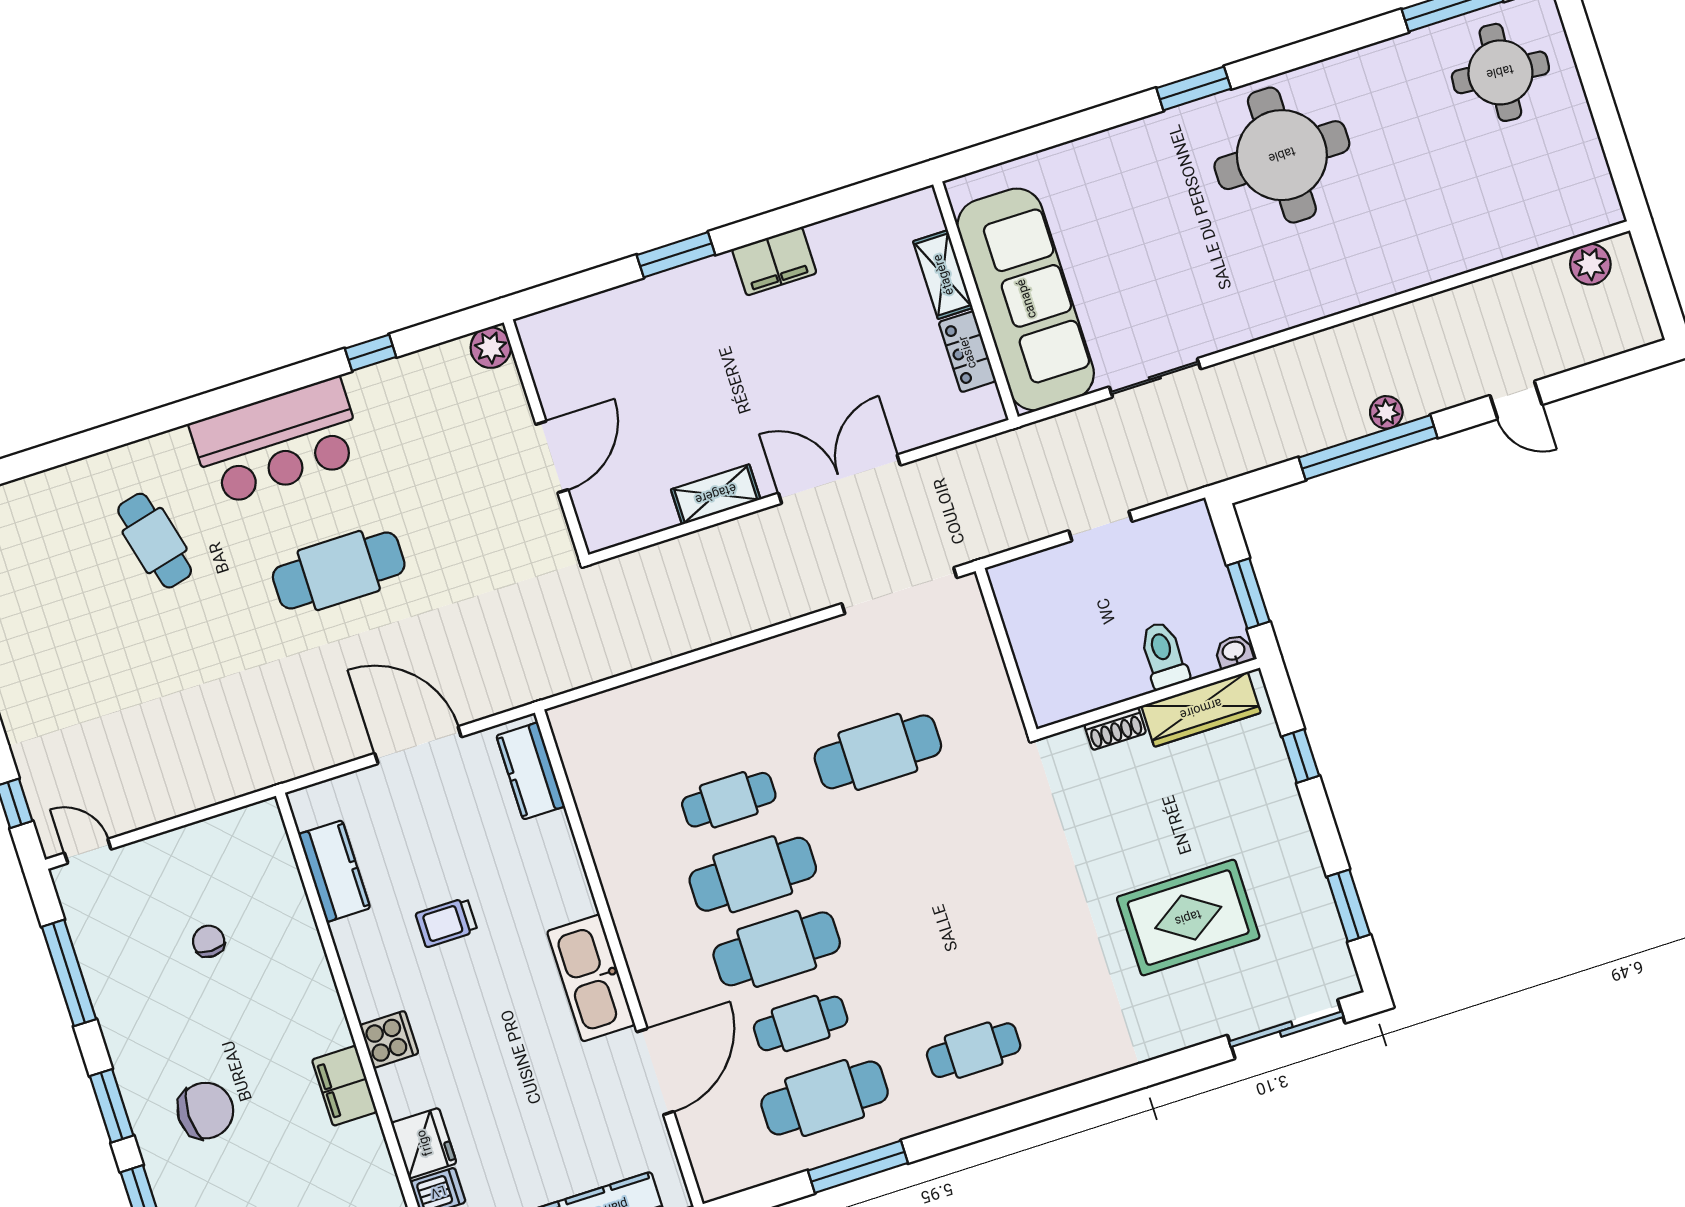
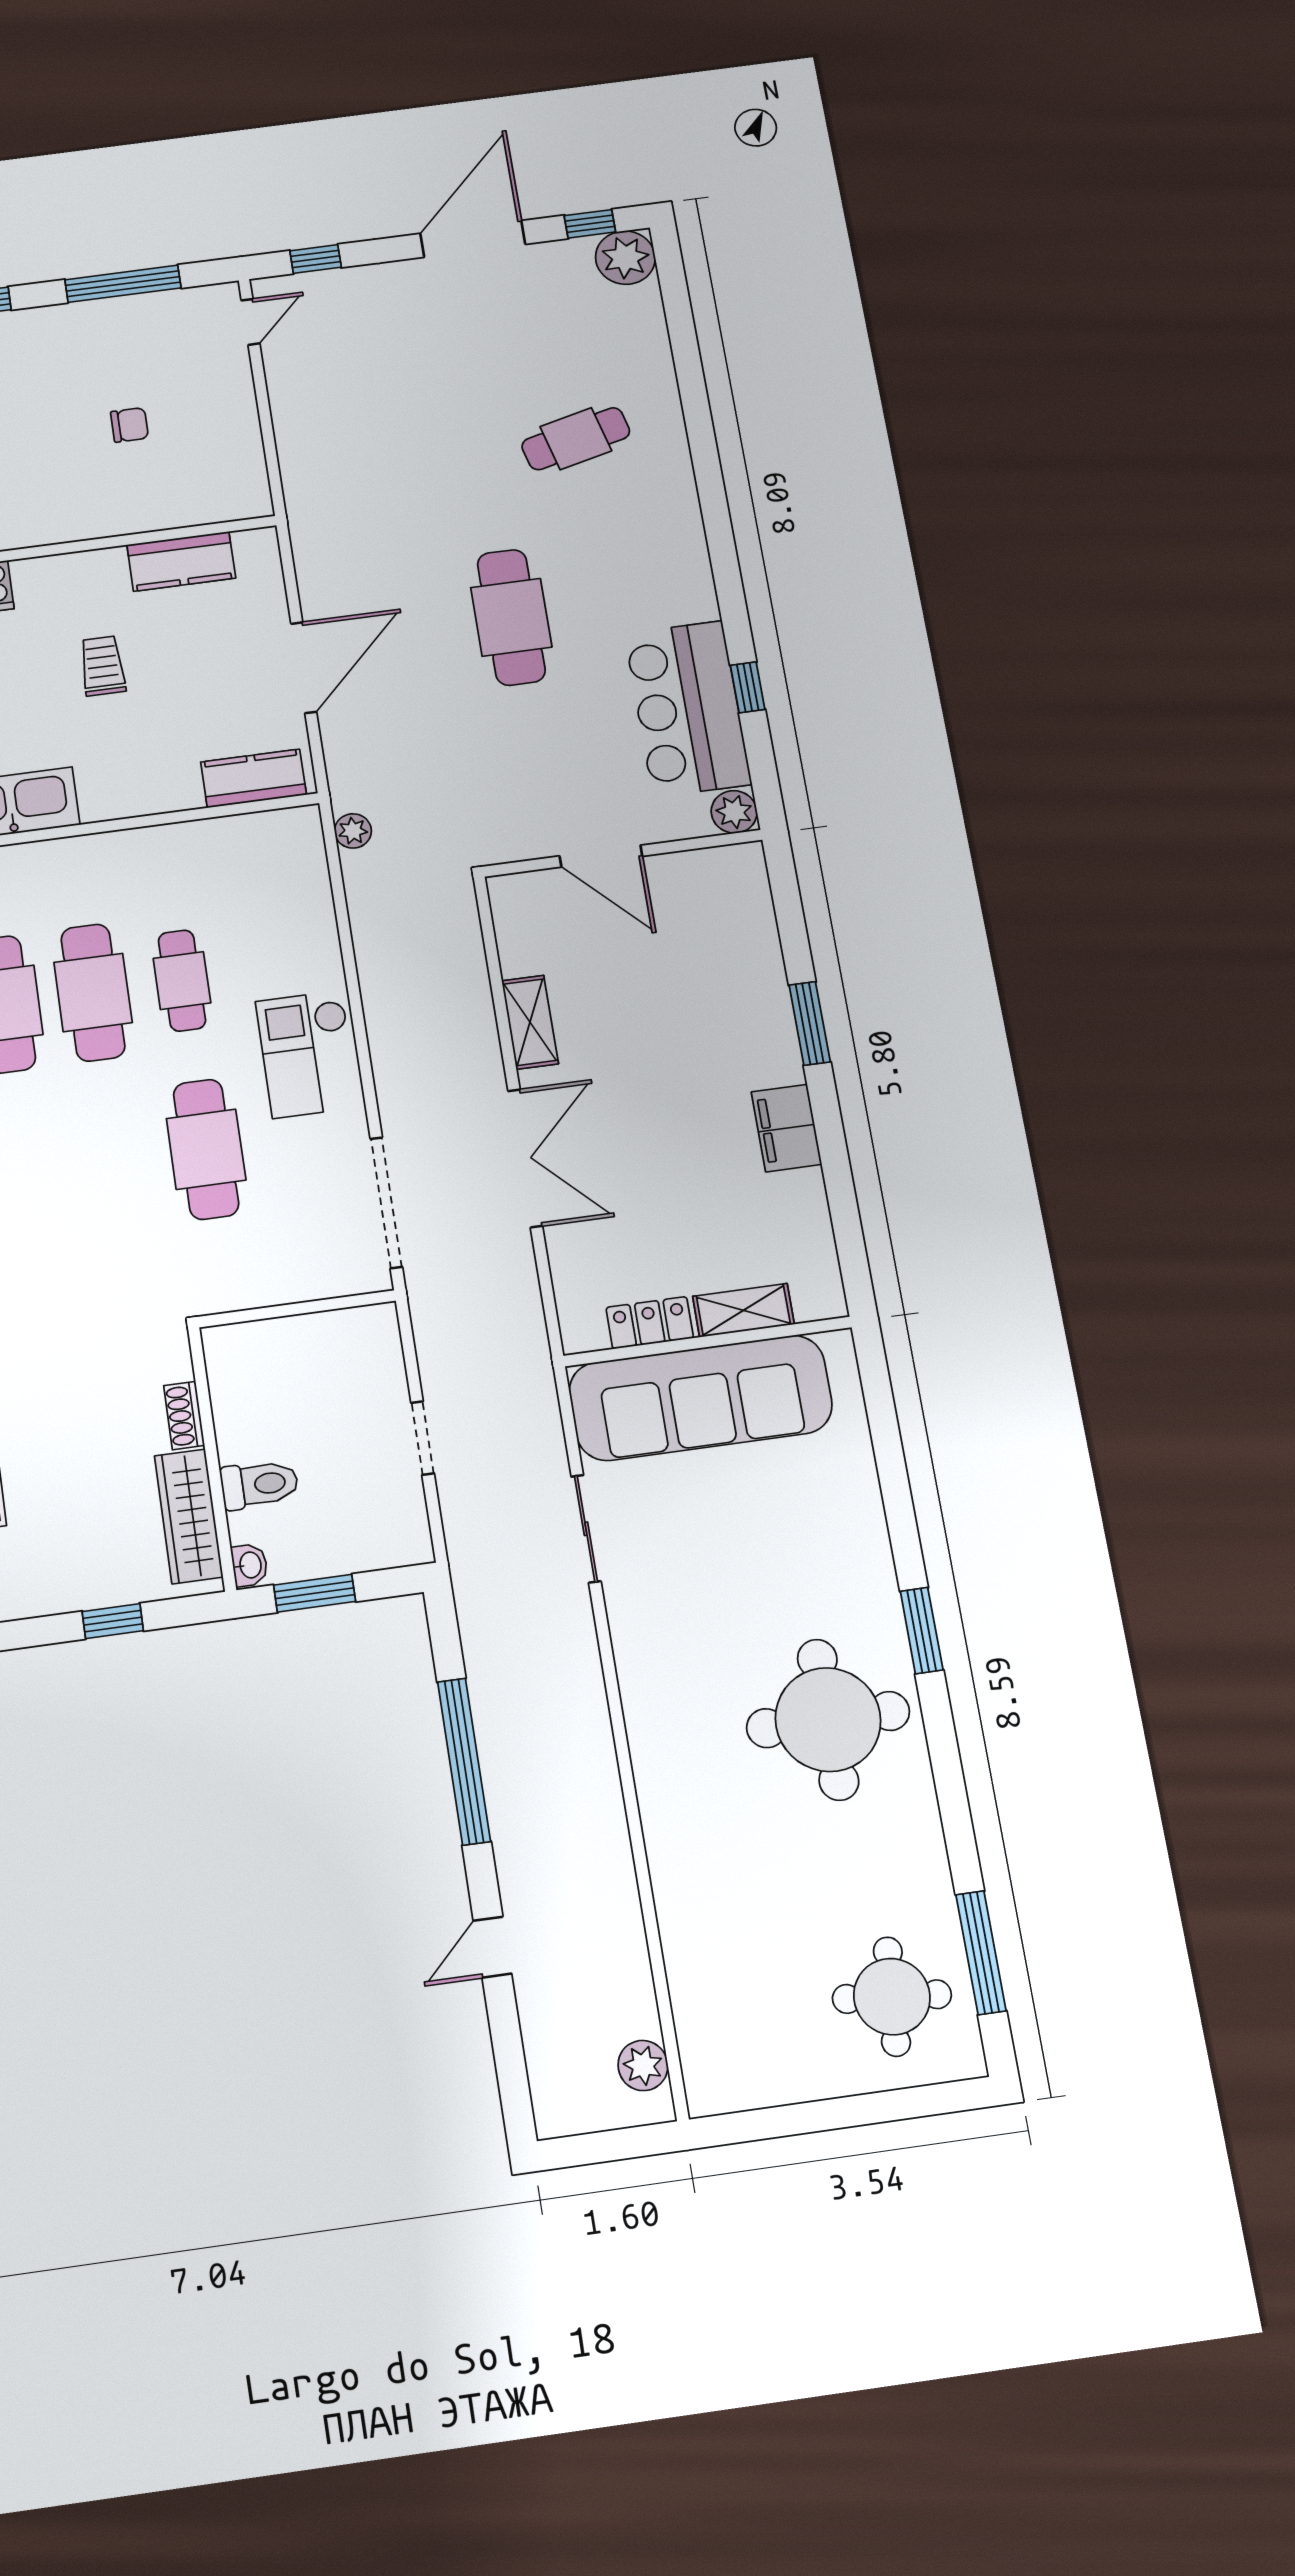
plant: (1386, 412) -> (353, 831), moved
bar counter: (277, 442) -> (688, 709), moved
checkout: (777, 680) -> (307, 1054), added

